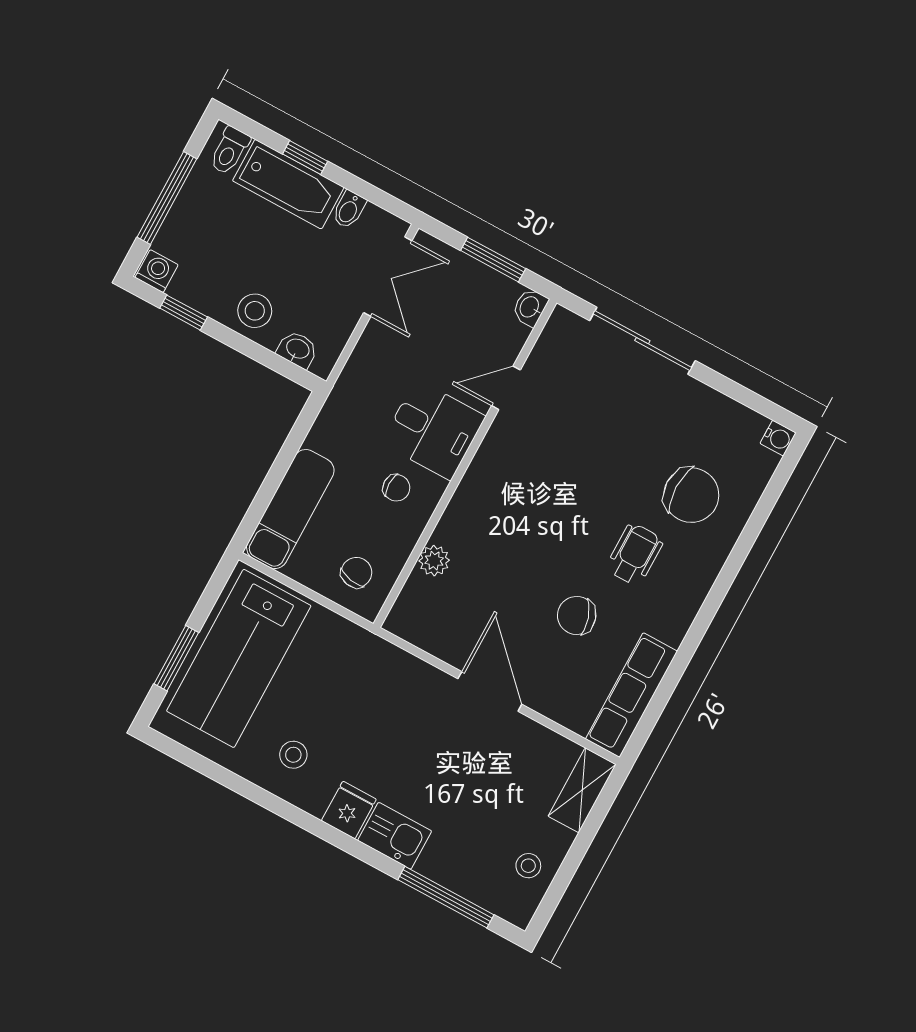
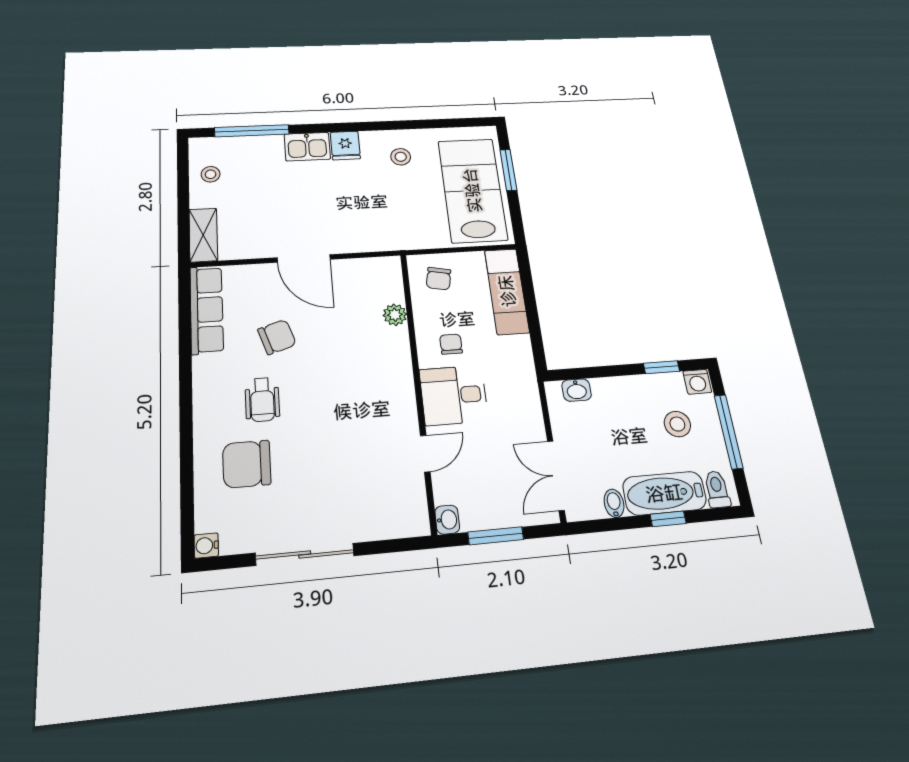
stool: (255, 311) -> (677, 424), moved
sliding door: (642, 341) -> (305, 554), moved
chair: (396, 488) -> (451, 344), turned 90

